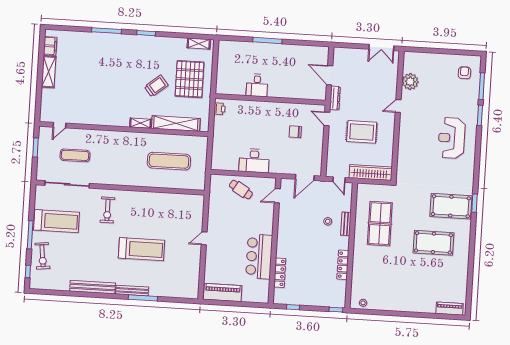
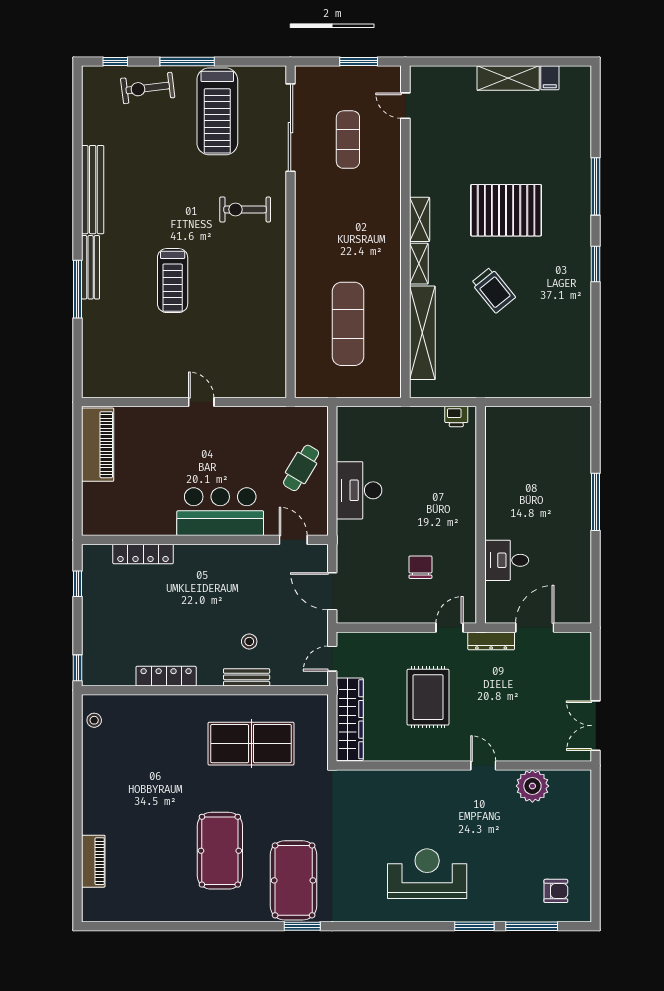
shelving: (199, 44) -> (420, 219), moved
filing cabinet: (50, 46) -> (550, 78), width x0.50
pallet: (190, 79) -> (506, 210), moved
desk: (257, 85) -> (507, 560), moved
treadmill: (141, 249) -> (173, 281), width x0.73, depth x0.73
bar counter: (259, 257) -> (220, 512), moved
piano: (450, 309) -> (93, 861), moved

